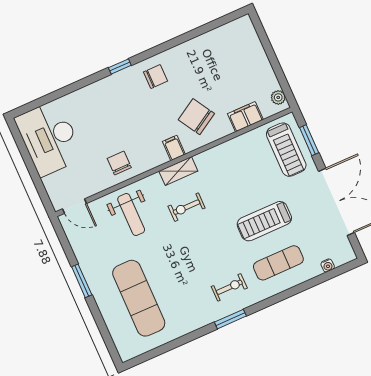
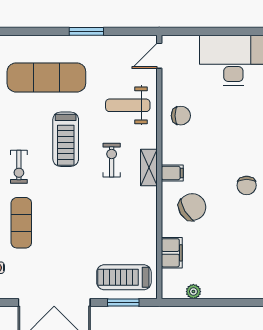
plant: (278, 97) -> (193, 292), moved
treadmill: (264, 221) -> (66, 139), moved, turned 180

